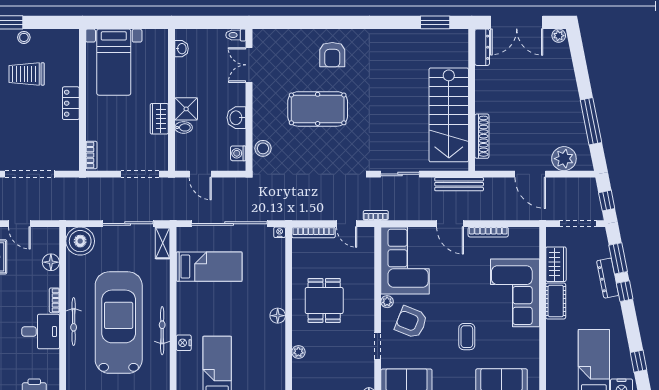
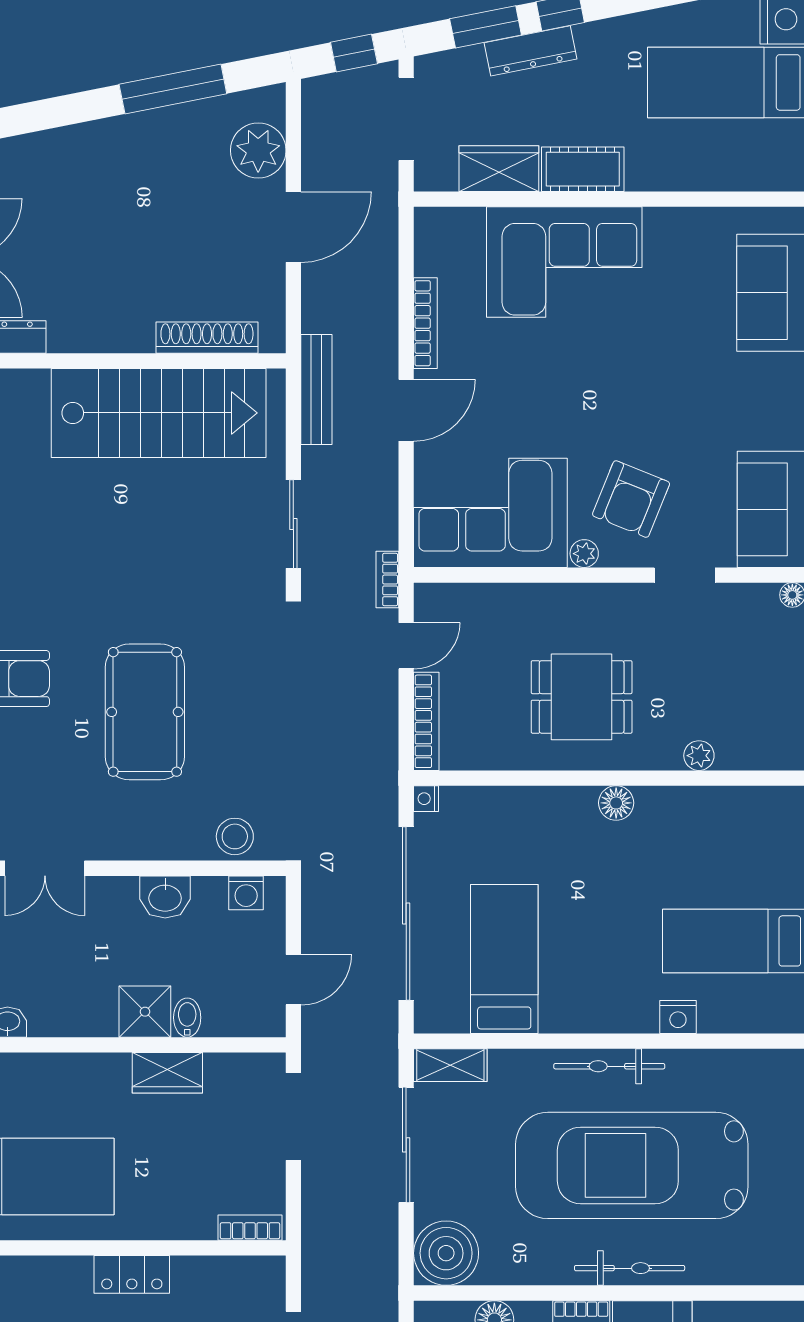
bicycle: (162, 331) -> (609, 1066), moved
coffee table: (467, 337) -> (664, 372), removed

